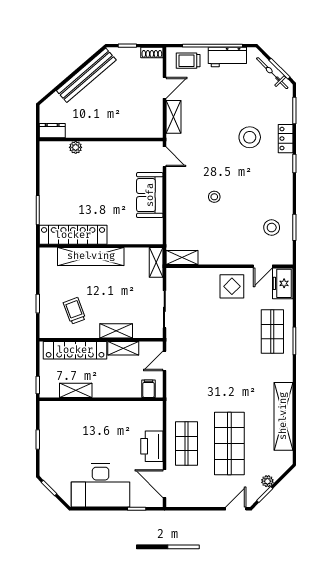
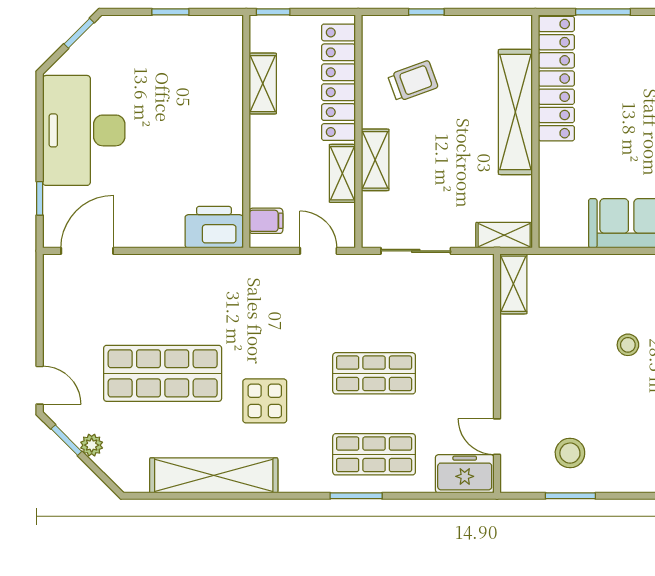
display table: (232, 286) -> (265, 401), moved
shop shelf: (186, 444) -> (374, 373), moved
printer: (152, 446) -> (214, 227), moved

